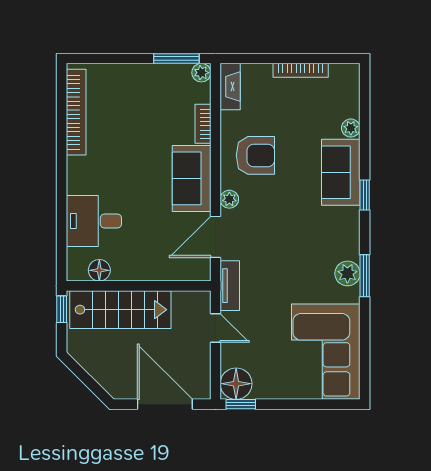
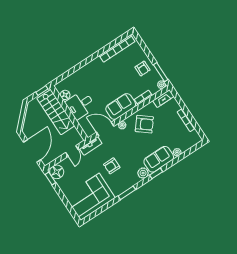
armchair: (147, 89) -> (143, 69), added
armchair: (255, 155) -> (144, 124), turned -51
desk: (94, 221) -> (80, 105), moved, turned -90
armchair: (294, 271) -> (112, 166), added
plant: (347, 273) -> (143, 173), moved

